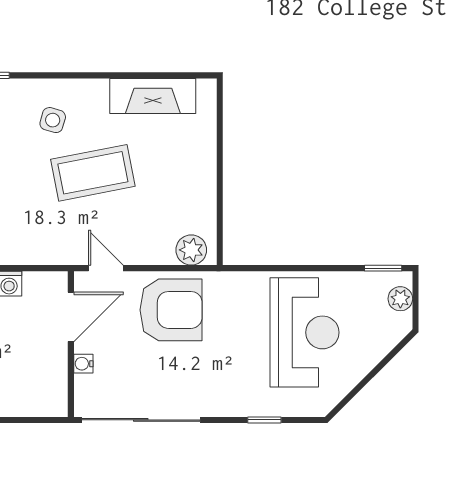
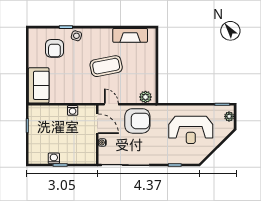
side table: (53, 120) -> (76, 36), moved
door: (71, 317) -> (97, 124), hinge flipped
reception desk: (304, 332) -> (191, 130), turned 90

